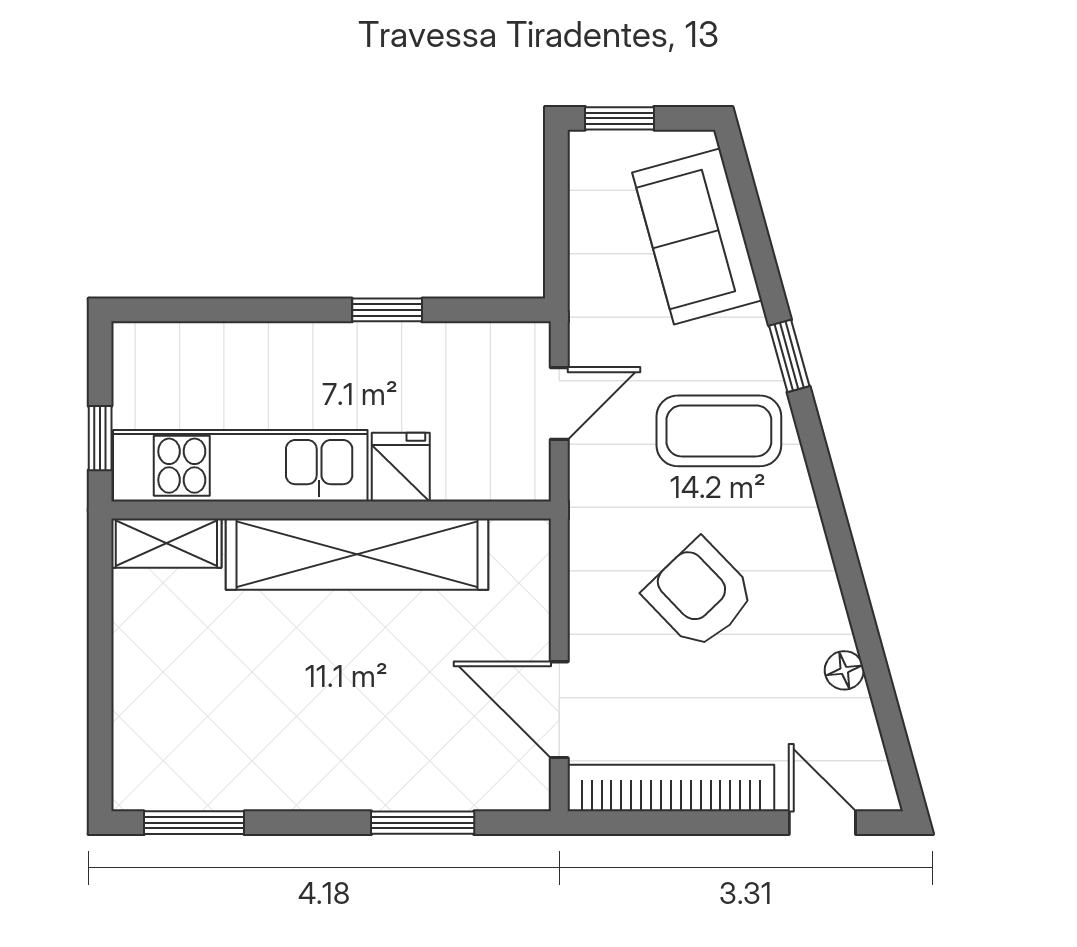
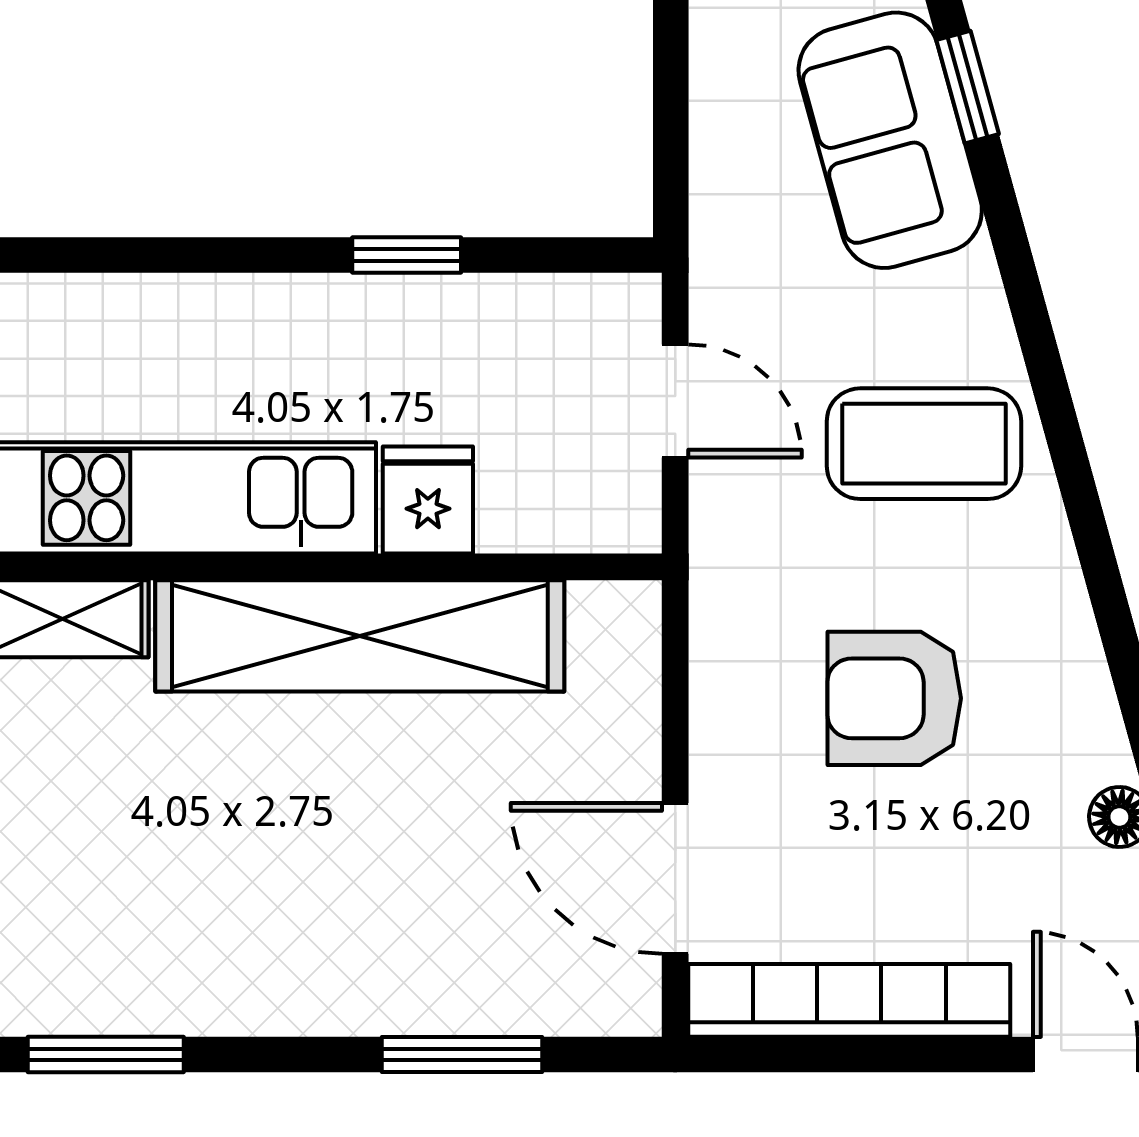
window: (789, 356) -> (968, 87), moved
door: (559, 403) -> (675, 401), hinge flipped
armchair: (700, 594) -> (894, 698), turned -46

